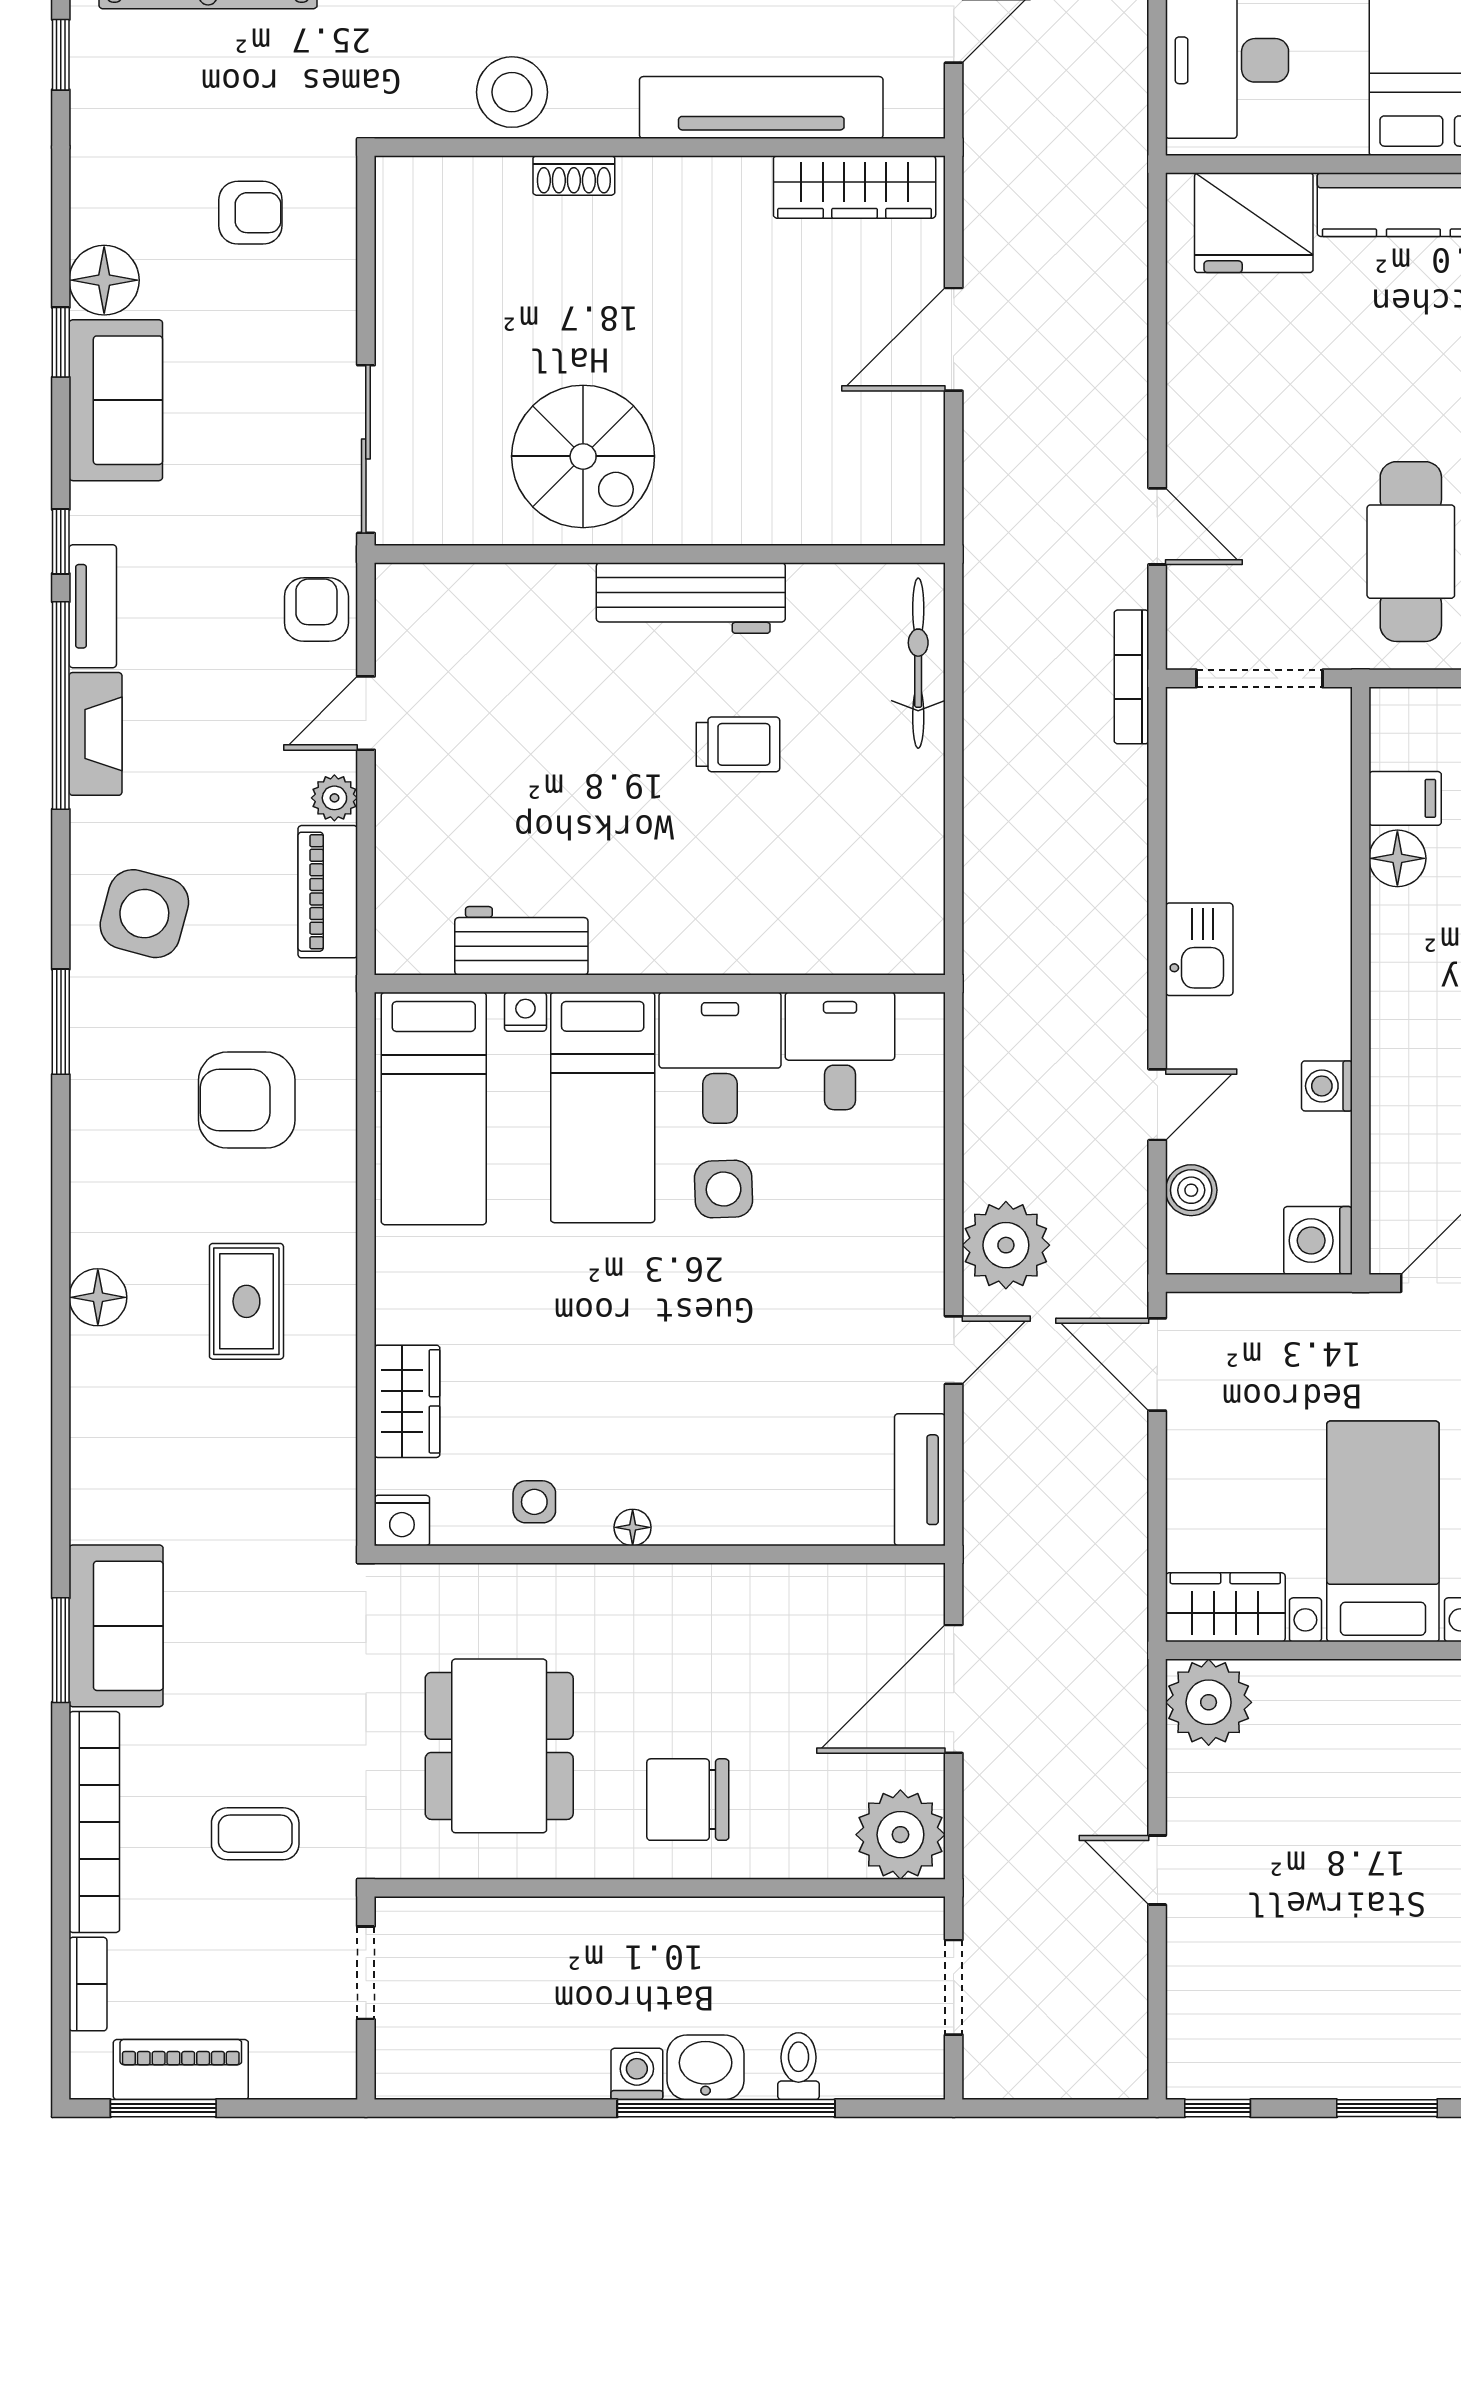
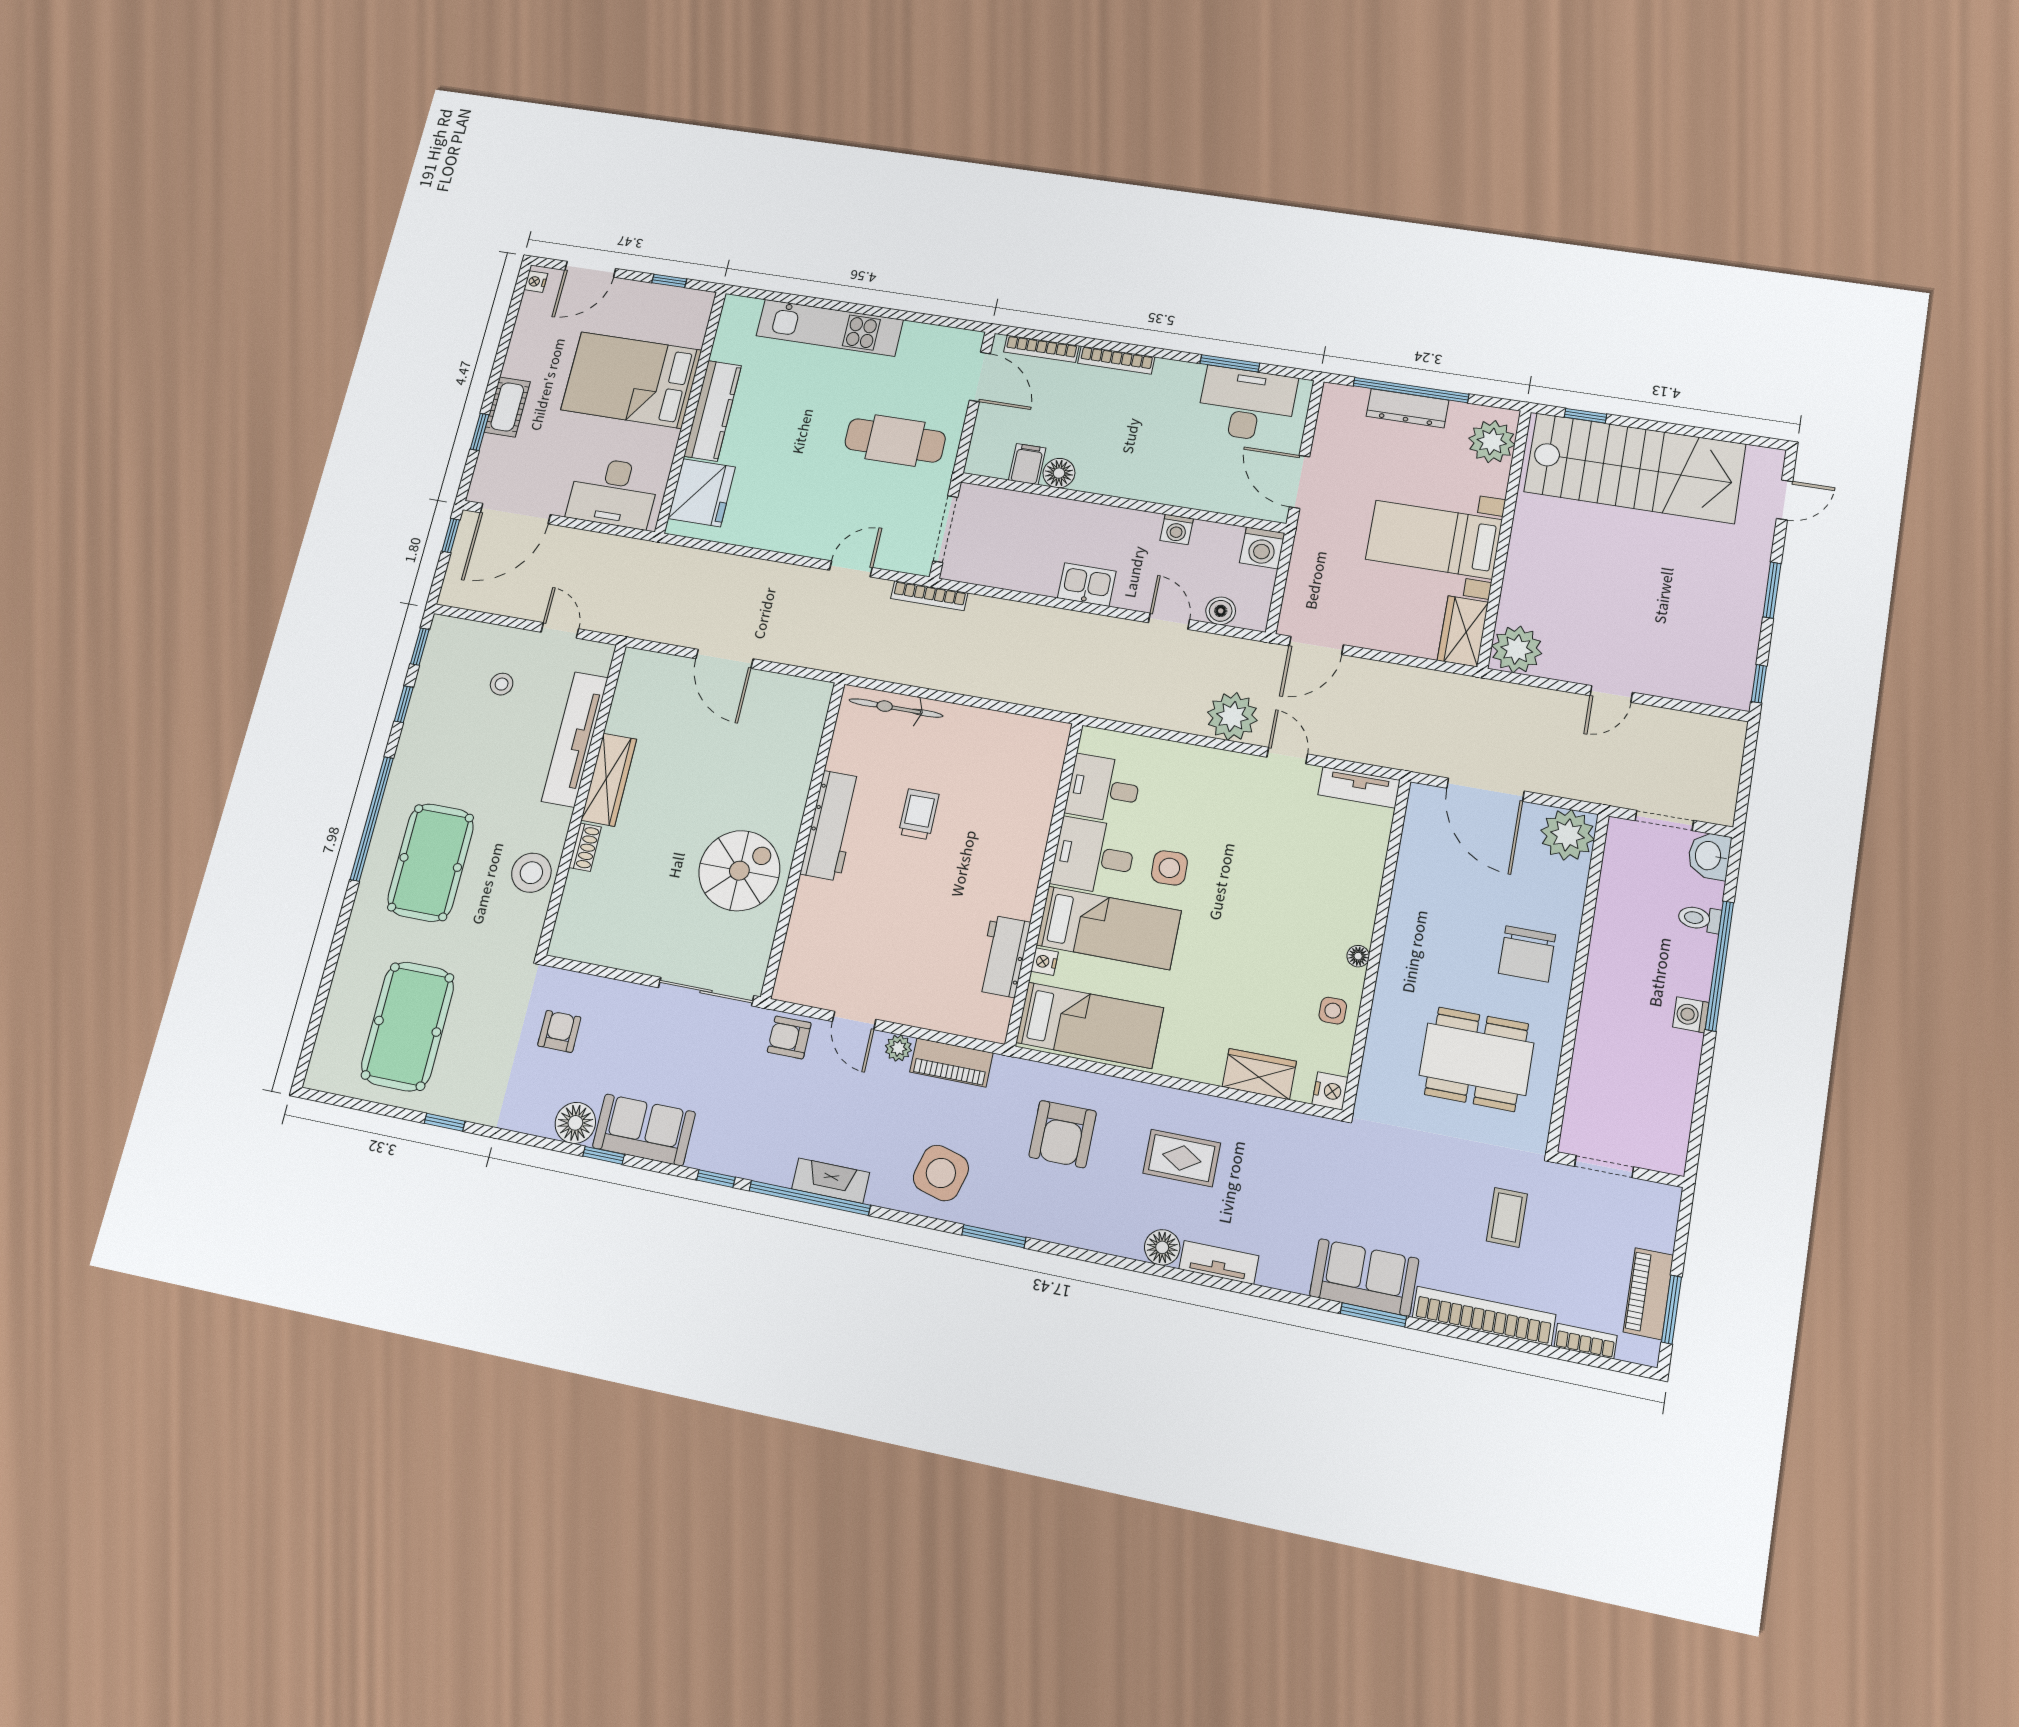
wardrobe: (855, 187) -> (609, 780), moved
tv unit: (93, 606) -> (1219, 1262), moved
washbasin: (706, 2067) -> (1709, 856), moved

